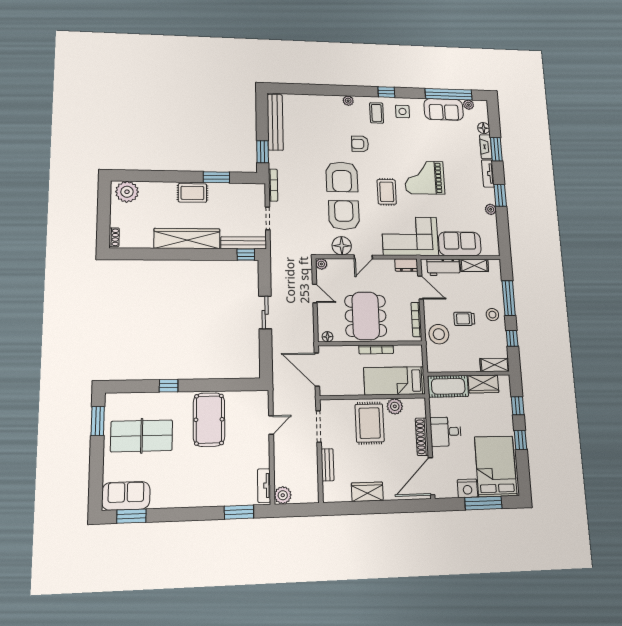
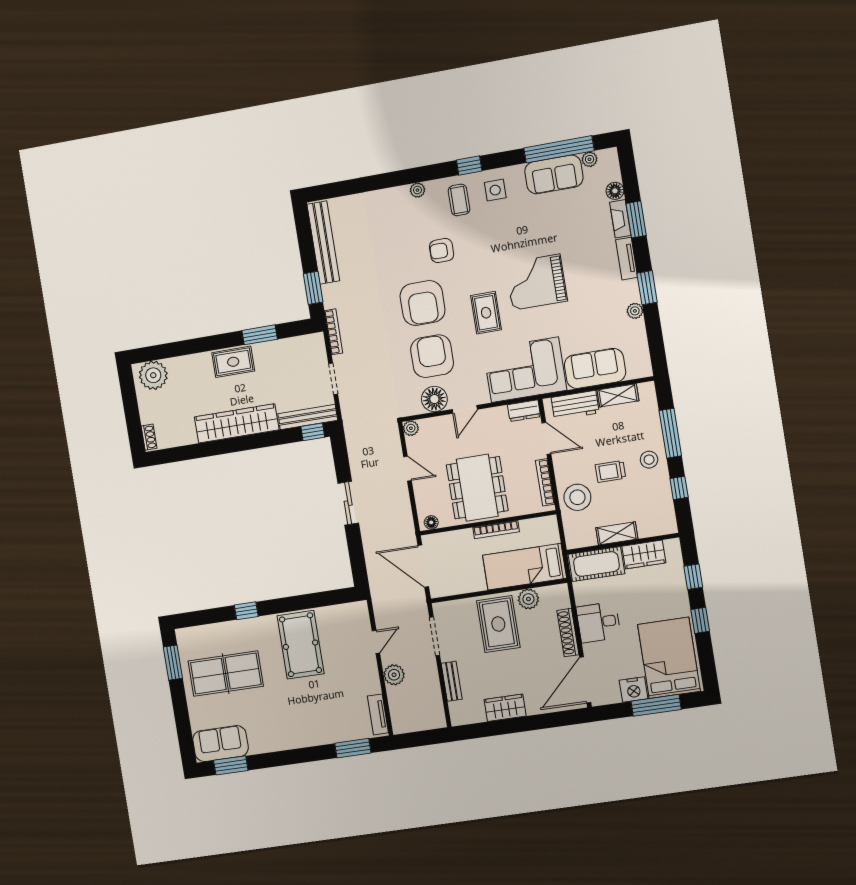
shelving: (495, 365) -> (617, 533), moved
plant: (283, 495) -> (394, 675), moved

